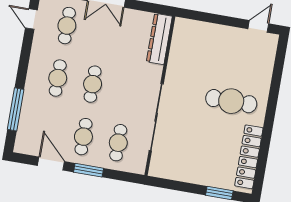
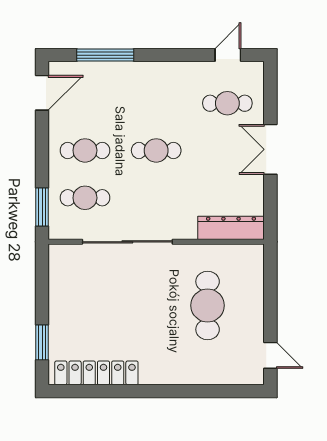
cafe table: (58, 78) -> (156, 103), removed
cafe table: (231, 101) -> (208, 305), moved
door: (51, 164) -> (42, 93), moved
window: (89, 170) -> (42, 207), moved

